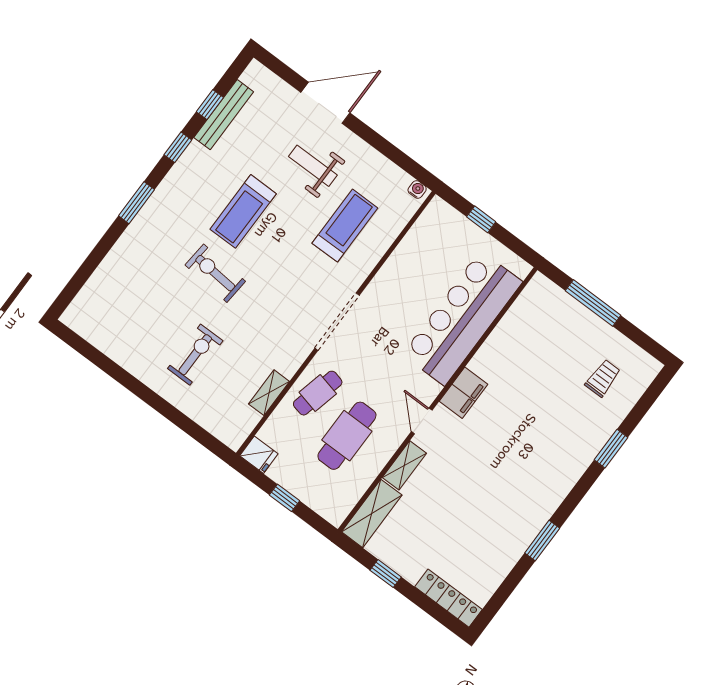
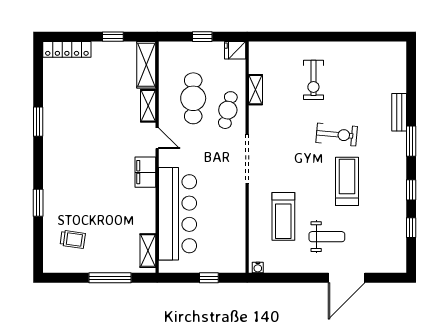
bench: (224, 115) -> (399, 112), moved, width x0.73
shelving: (527, 302) -> (148, 251), added
trolley: (603, 378) -> (73, 239), turned -82

